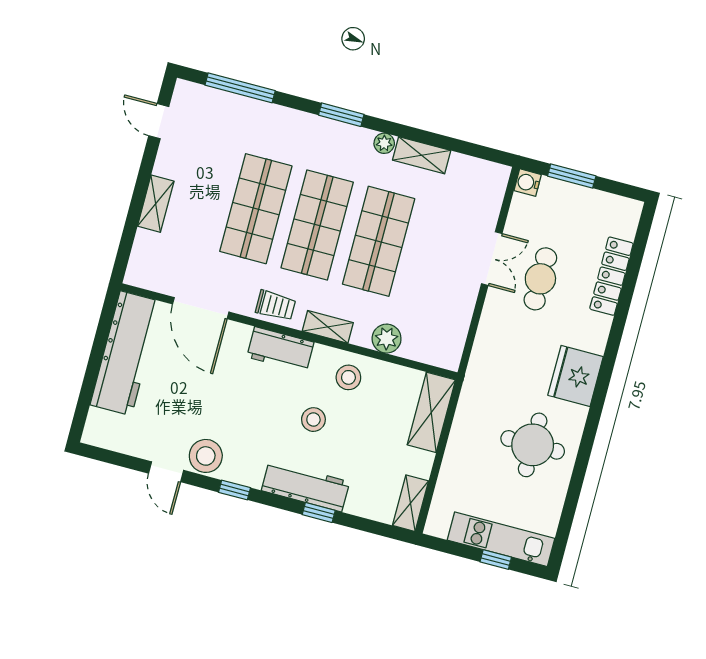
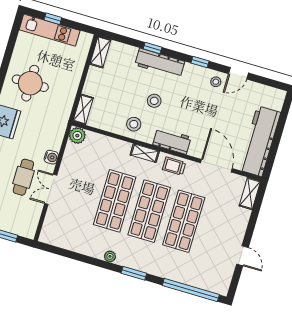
window: (240, 88) -> (191, 290), width x1.46
door: (159, 121) -> (242, 256), moved
shelving: (422, 155) -> (89, 249), removed
water cooler: (528, 183) -> (51, 157), moved
shelving: (156, 204) -> (250, 193), moved
plant: (387, 339) -> (77, 136), moved
shelving: (431, 412) -> (83, 109), width x0.67, depth x0.75
stool: (206, 456) -> (216, 82), width x0.53, depth x0.53
door: (166, 472) -> (239, 73), swing flipped

